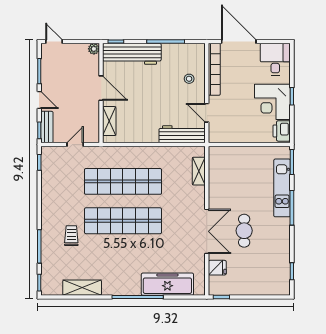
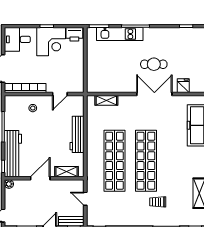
workbench: (182, 134) -> (77, 134), moved

